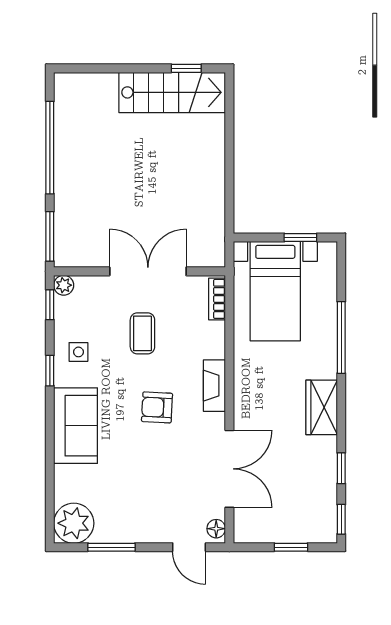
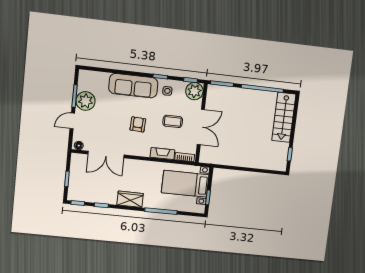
stairs: (172, 92) -> (284, 117), moved
plant: (64, 285) -> (194, 91), width x1.87, depth x1.87
fireplace: (214, 386) -> (162, 154), moved
sofa: (76, 426) -> (133, 86), width x1.36
plant: (74, 523) -> (86, 101), moved
door: (189, 547) -> (72, 121), moved

